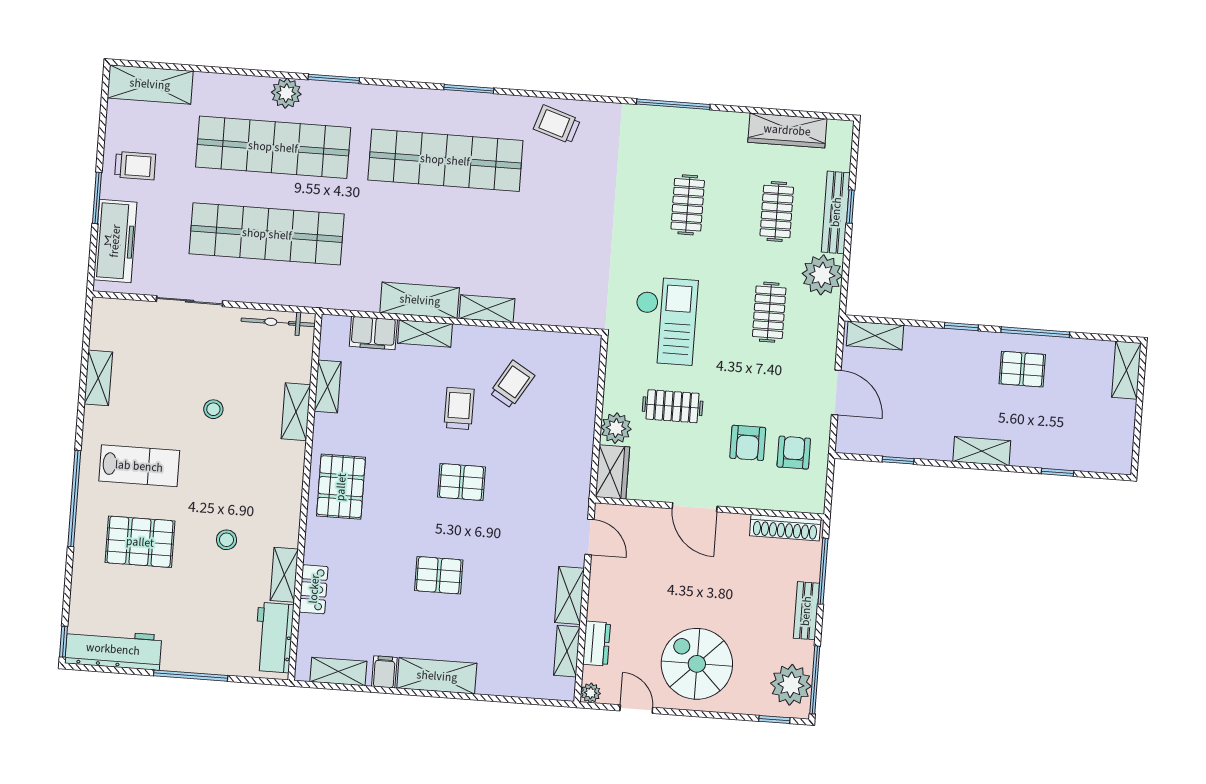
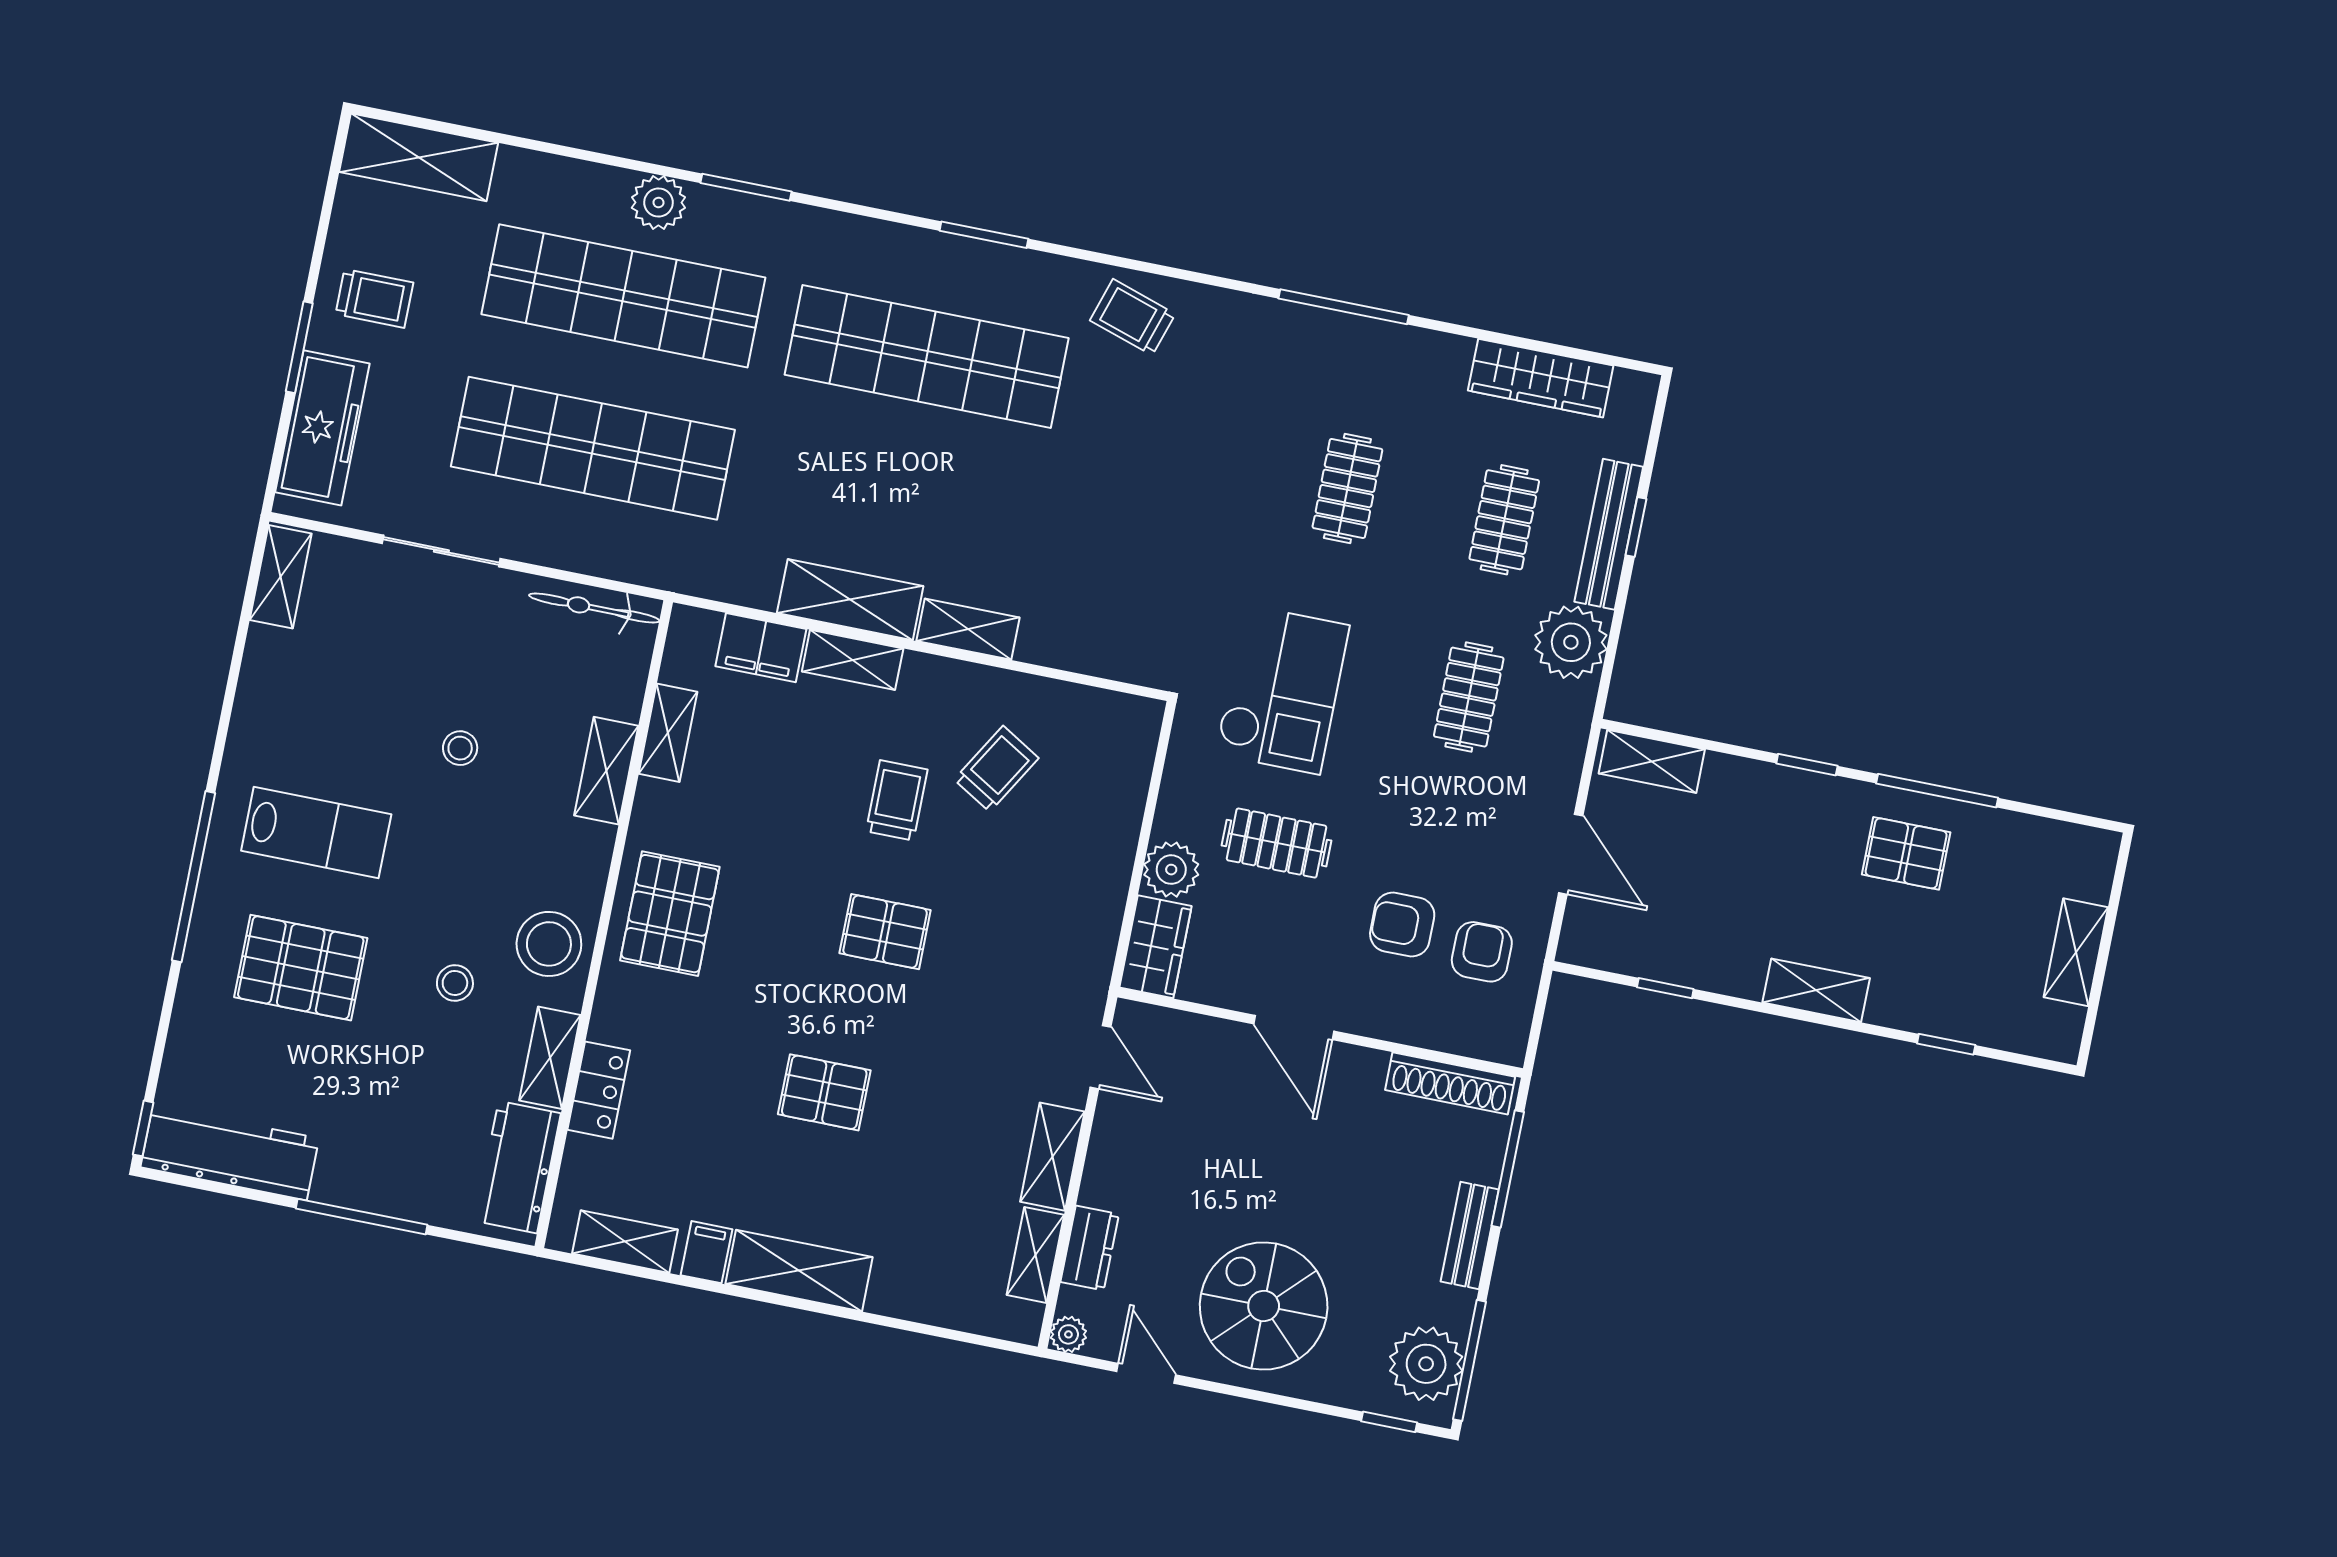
shelving: (1126, 370) -> (2076, 952), moved
shelving: (98, 378) -> (281, 577), moved
armchair: (748, 443) -> (1402, 925), turned 90
stool: (276, 512) -> (549, 944), added

